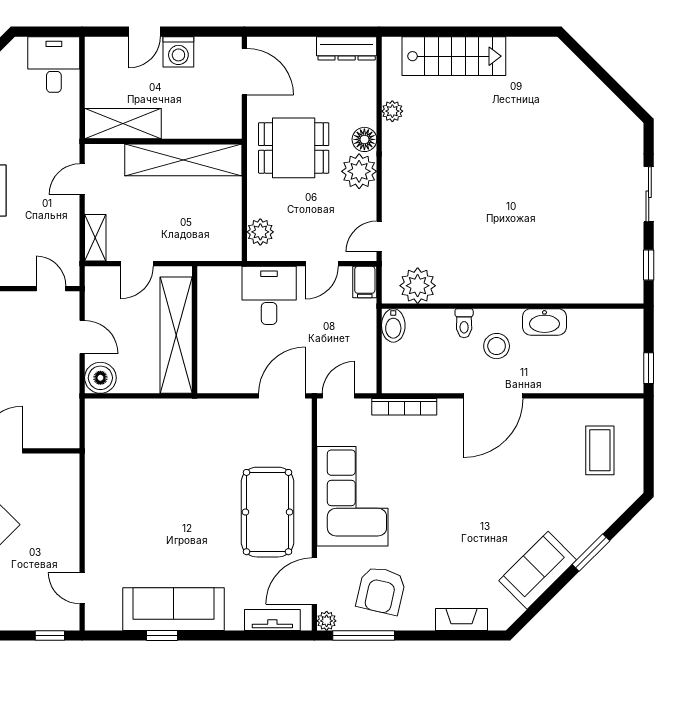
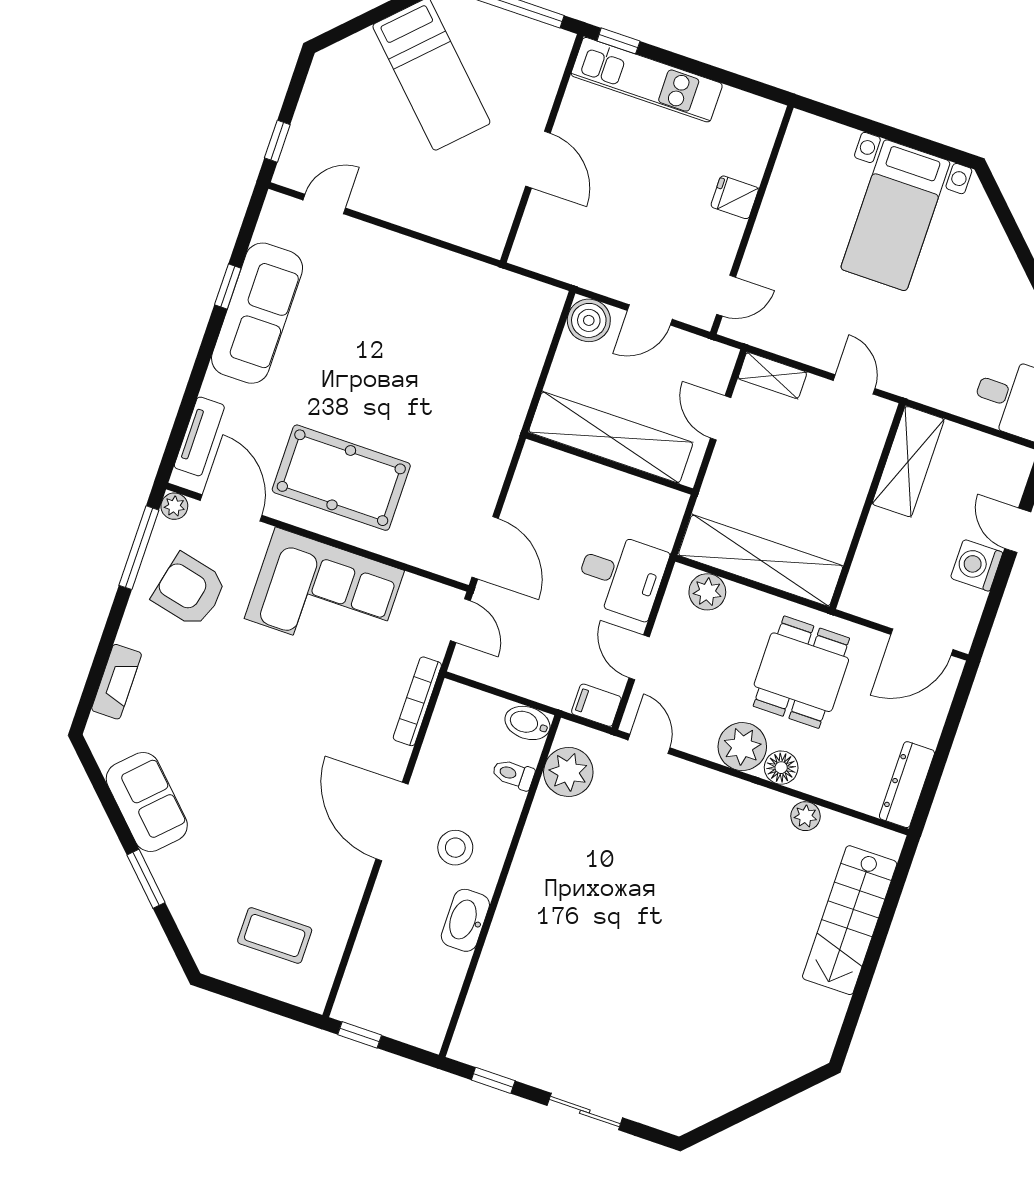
shelving: (183, 160) -> (761, 560), moved, turned 90
toilet: (464, 323) -> (513, 774), moved

